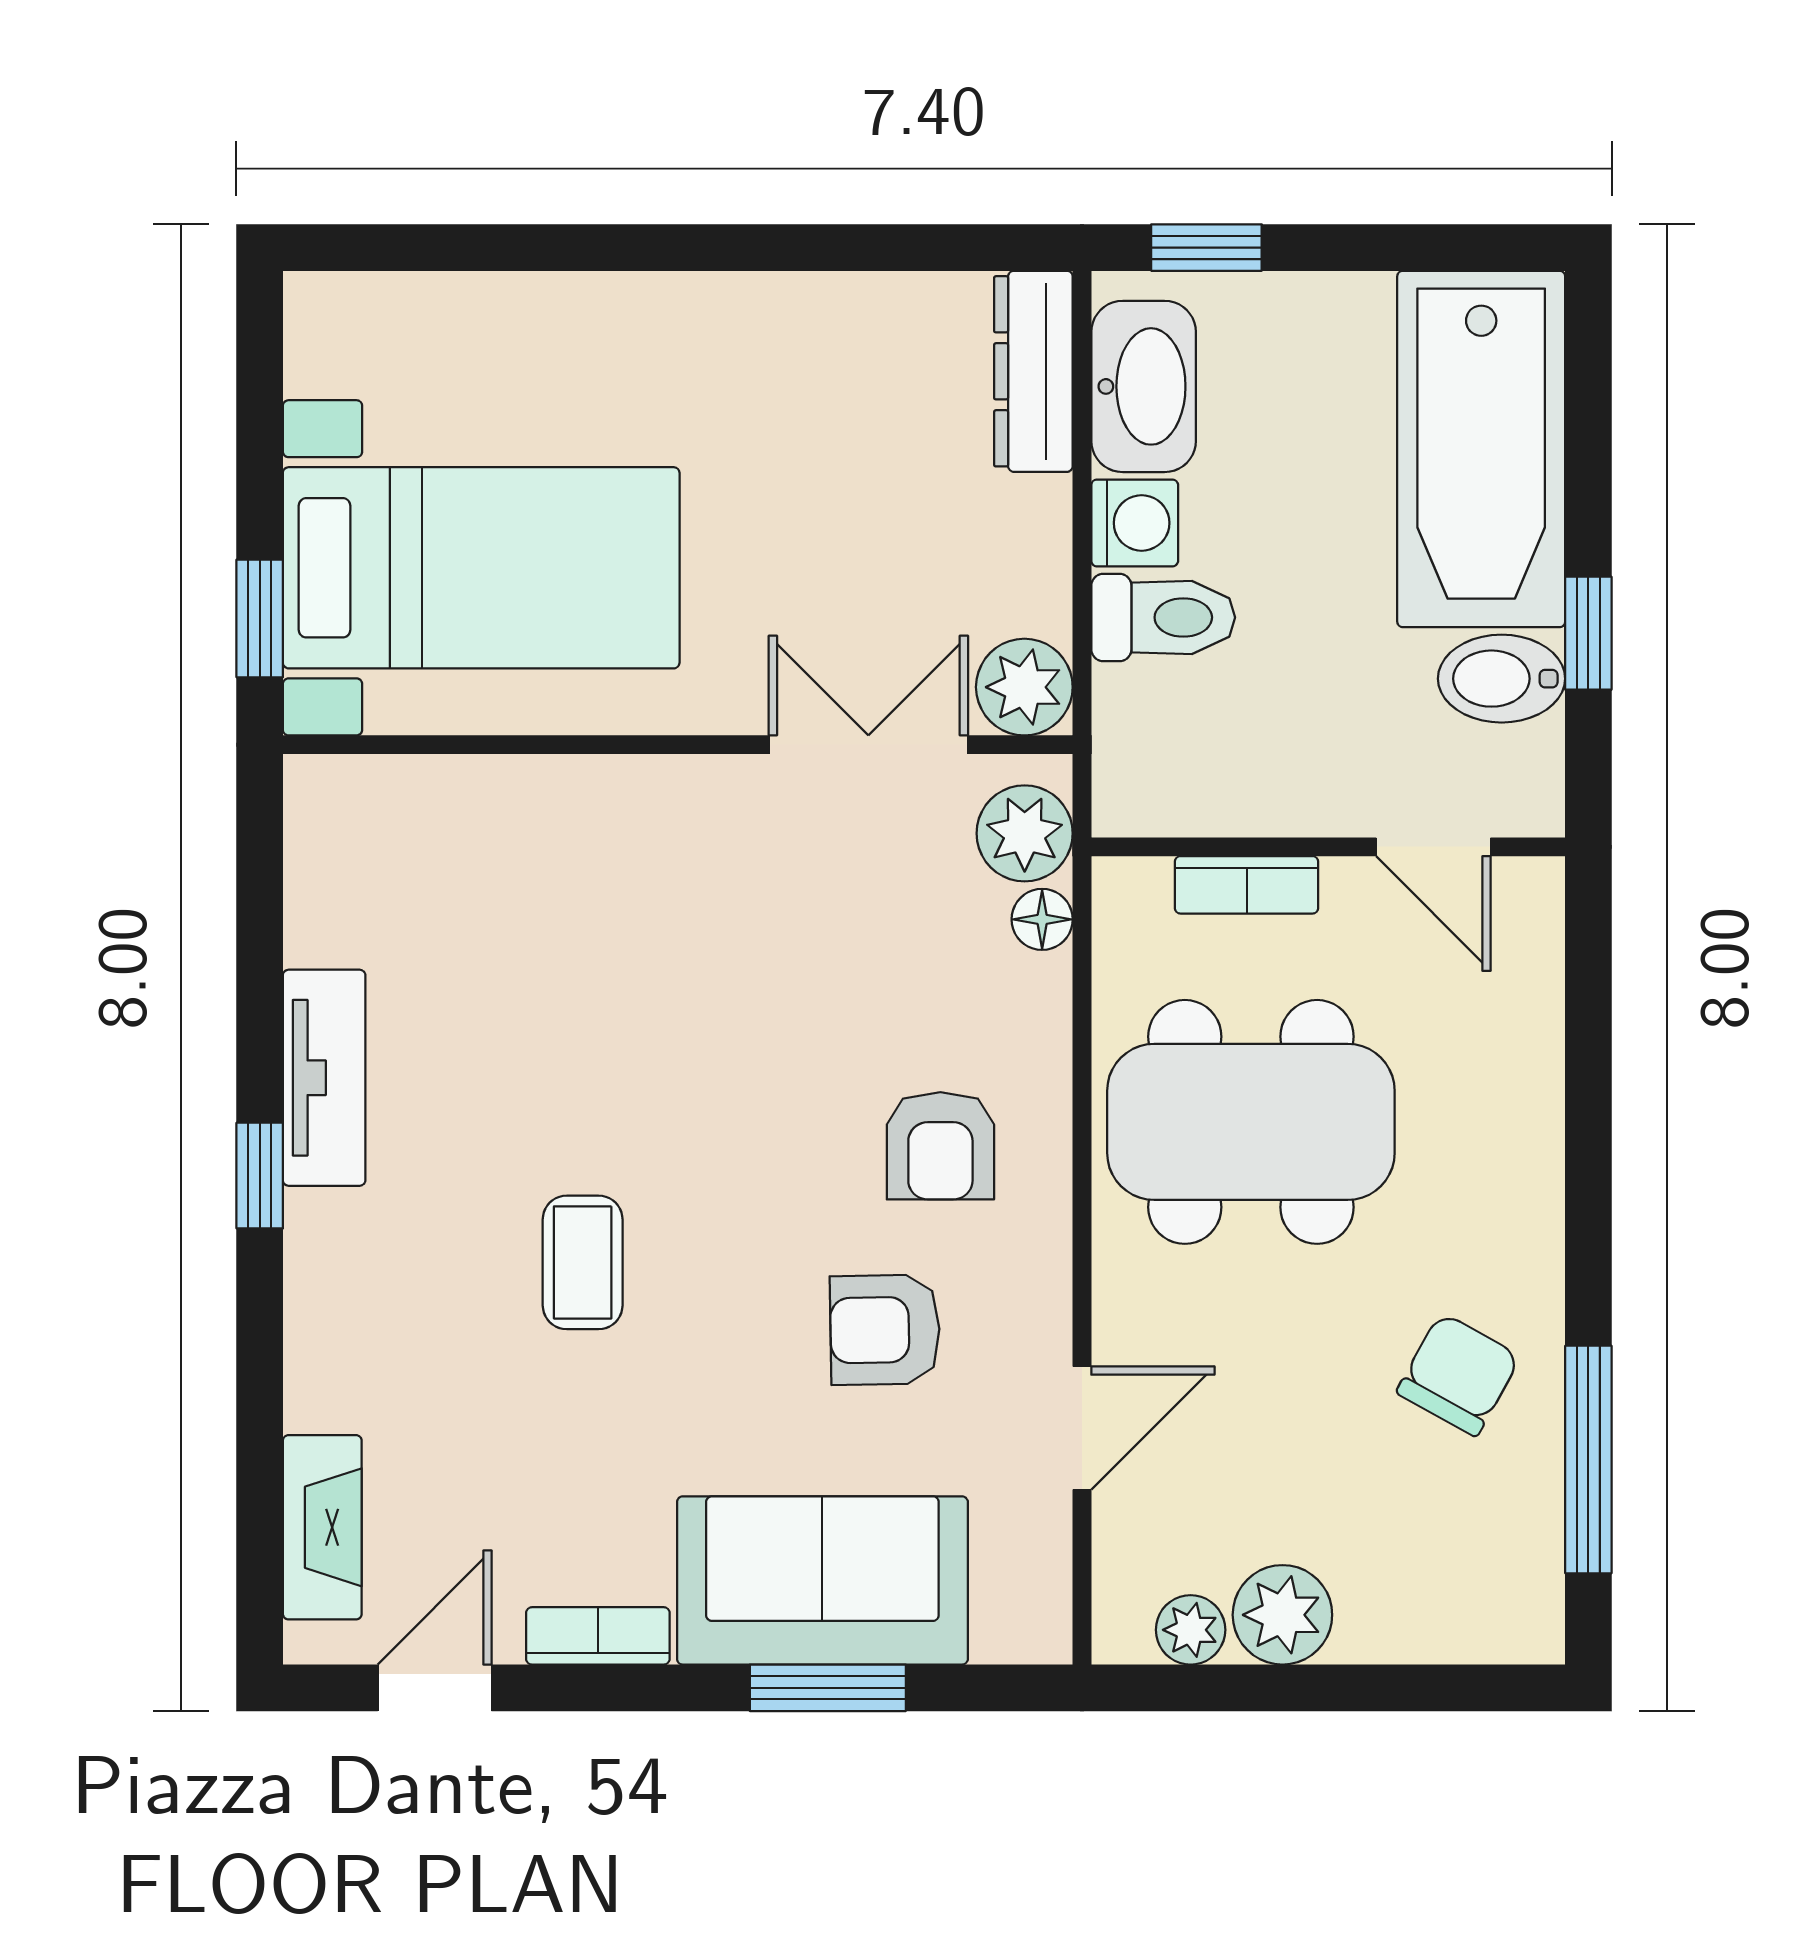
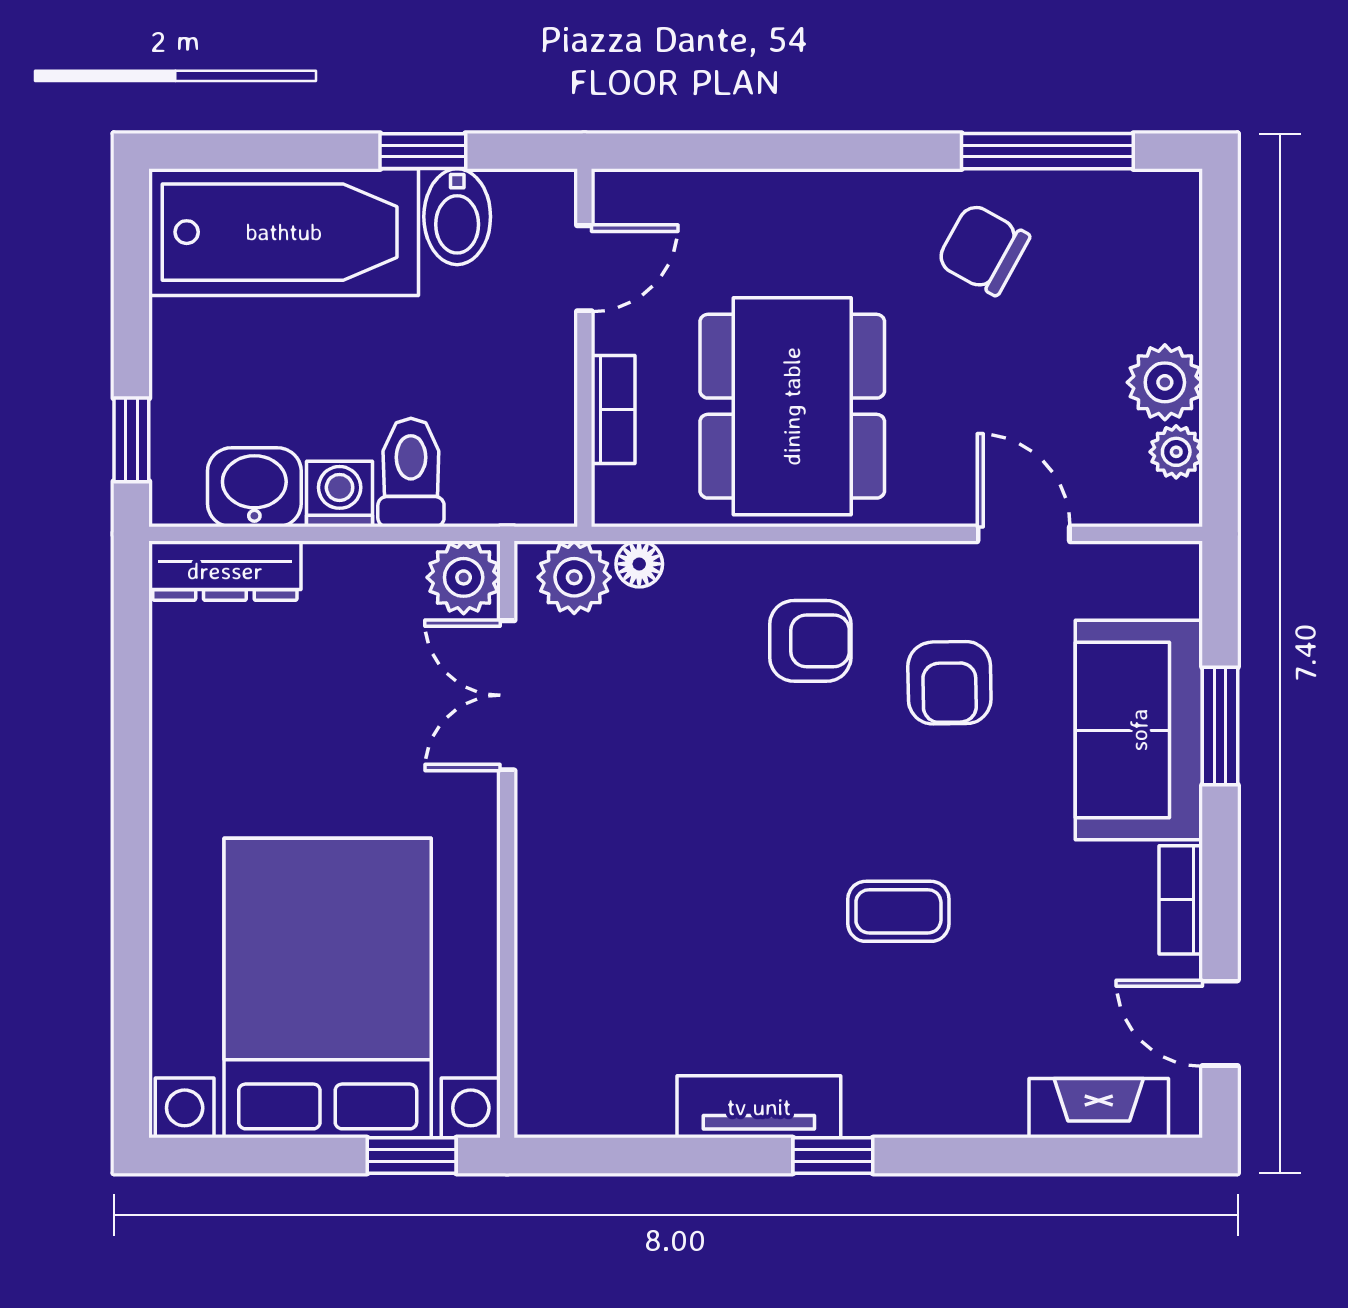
washbasin: (1144, 386) -> (254, 487), width x0.72
bed with nightstands: (481, 568) -> (328, 988), width x1.36

